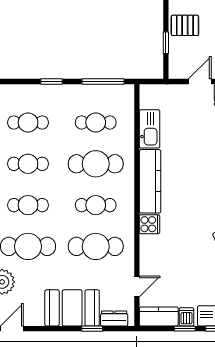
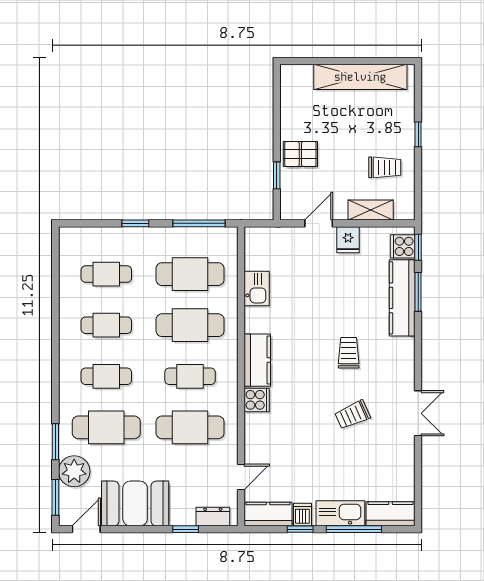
cafe table: (96, 122) -> (190, 274), width x1.37, depth x1.35
kitchen sink: (150, 129) -> (257, 288), width x0.73
kitchen counter: (150, 181) -> (257, 360), width x0.67
booth: (72, 308) -> (135, 503), moved

